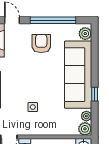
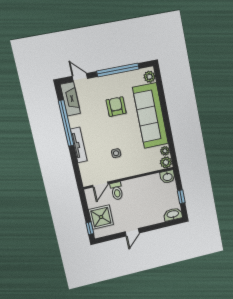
armchair: (41, 43) -> (116, 107), moved
window: (95, 94) -> (168, 130), removed

